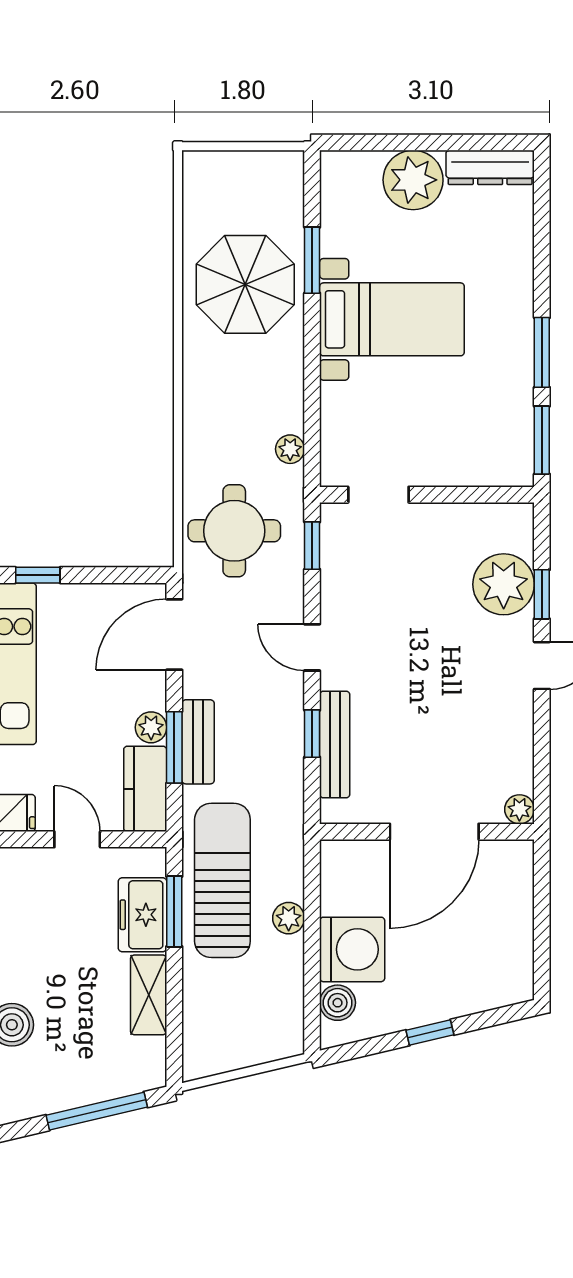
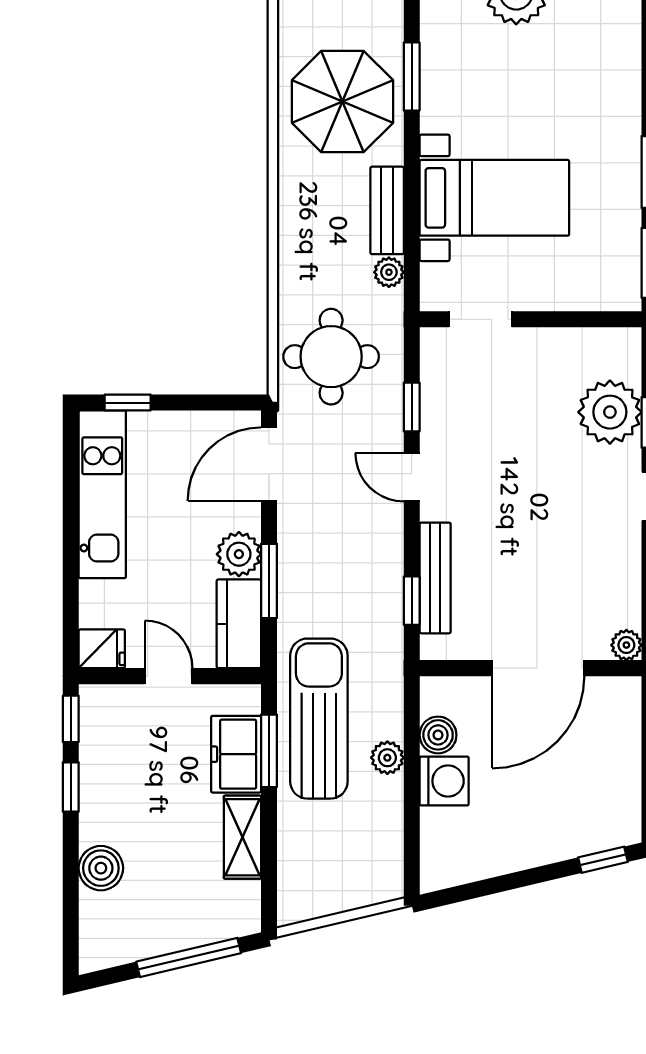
bed with nightstands: (392, 319) -> (494, 198), moved
window: (312, 546) -> (412, 407), moved
plant: (151, 727) -> (239, 554), width x1.38, depth x1.38
window: (312, 734) -> (412, 601), moved
bench: (198, 742) -> (387, 210), moved
washing machine: (352, 949) -> (444, 781), width x0.73, depth x0.73
boiler: (338, 1003) -> (438, 735), moved
window: (430, 1032) -> (603, 860), moved

